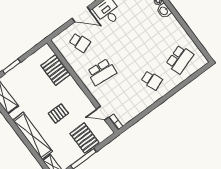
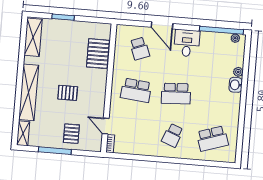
school desk: (130, 51) -> (176, 94), added
school desk: (152, 80) -> (173, 135), turned 42
pallet: (84, 138) -> (71, 134), width x0.67, depth x0.71

